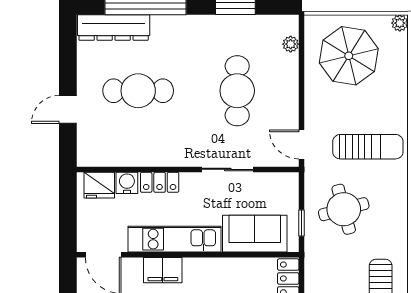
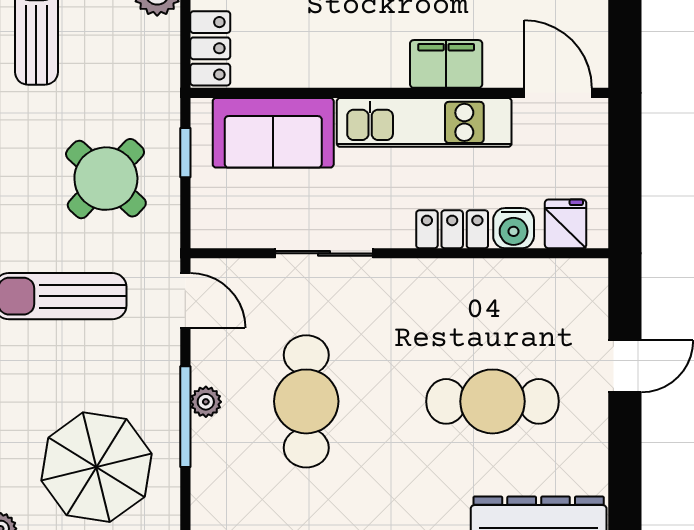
plant: (291, 44) -> (206, 402), moved
window: (301, 83) -> (185, 417), added
fridge: (99, 185) -> (566, 224), width x0.72
round table: (344, 209) -> (106, 179), turned -32

